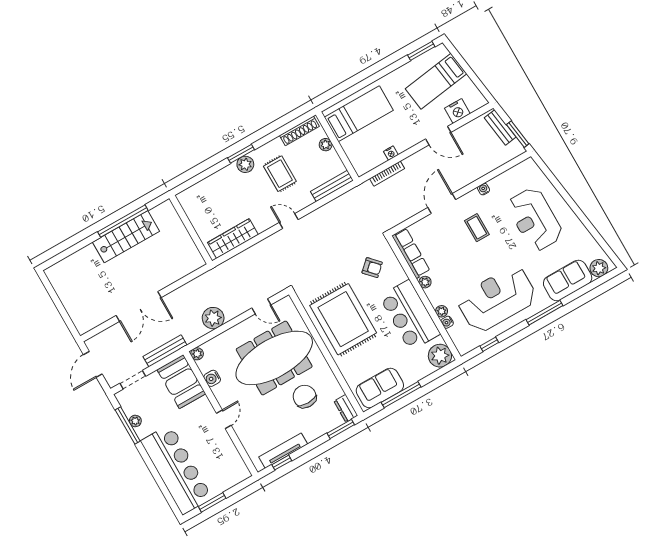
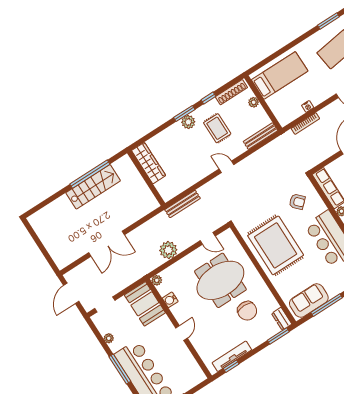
window: (271, 137) -> (208, 98), added
wardrobe: (233, 239) -> (149, 163), moved, turned 90
bench: (165, 351) -> (183, 204), moved
meeting table: (274, 358) -> (220, 280), width x0.73
chair: (305, 396) -> (247, 311), turned 180
window: (128, 425) -> (120, 369), moved

